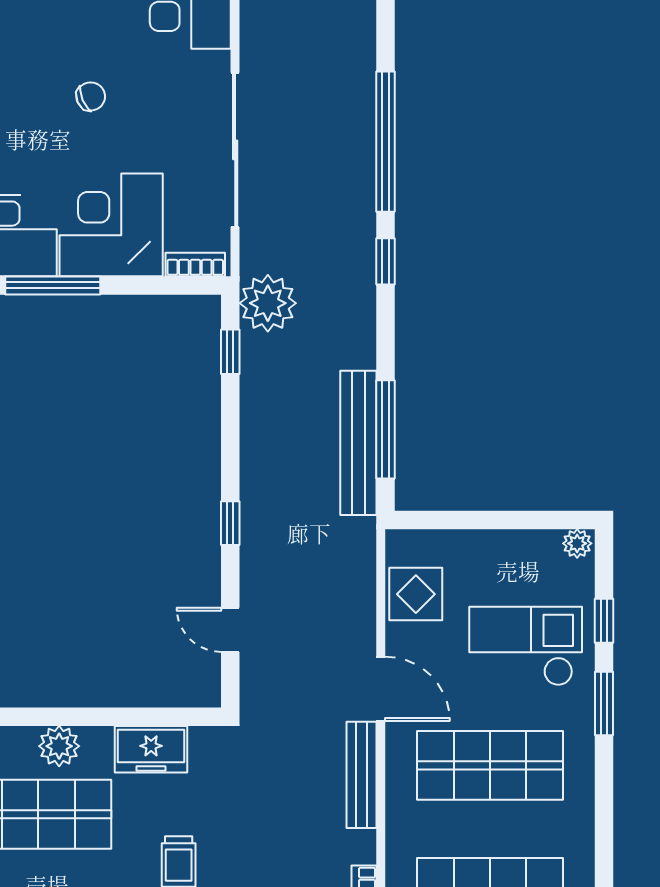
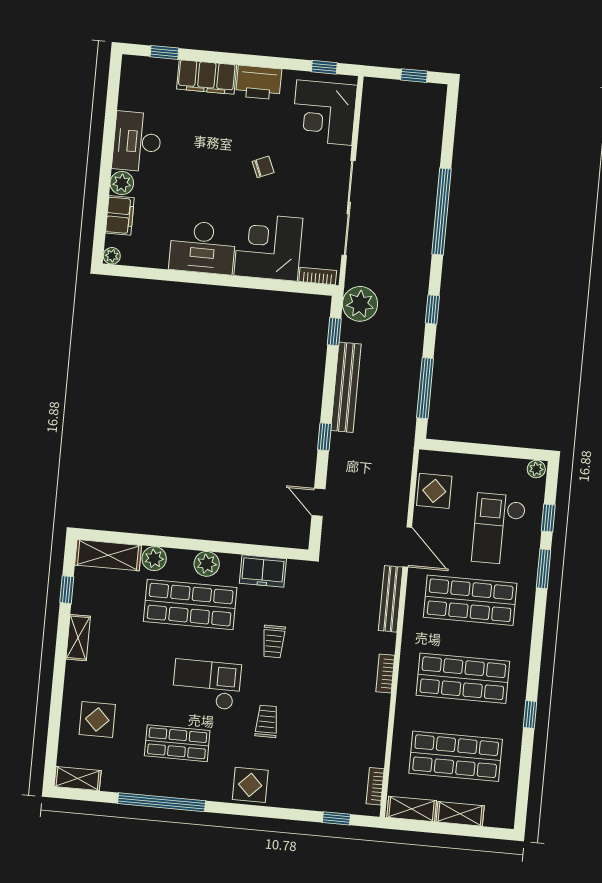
window: (386, 261) -> (432, 309), moved
window: (53, 285) -> (229, 281), removed
bench: (358, 443) -> (346, 387), moved
checkout: (526, 646) -> (499, 529), turned -90

